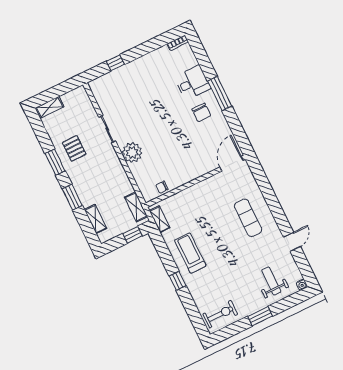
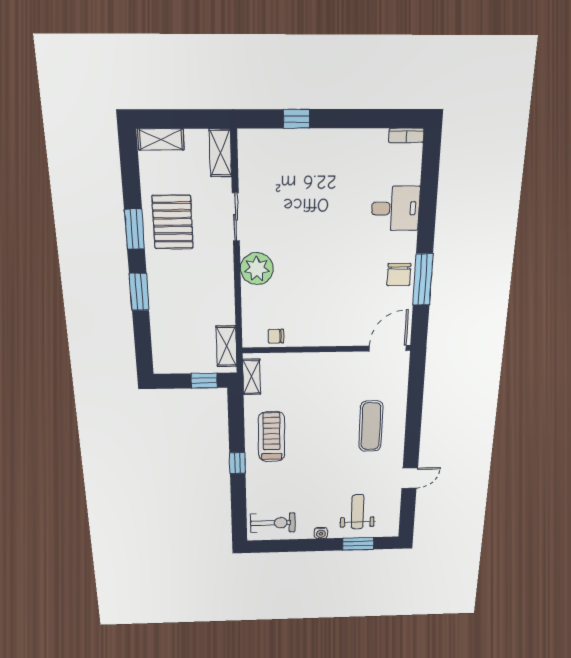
window: (220, 94) -> (423, 280), moved
chair: (201, 112) -> (399, 275), moved
pallet: (74, 148) -> (173, 222), width x1.50, depth x1.42
shelving: (96, 219) -> (220, 153), moved
water cooler: (302, 285) -> (321, 533), moved
window: (260, 316) -> (358, 544), moved

